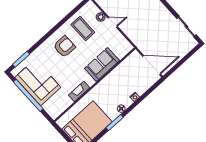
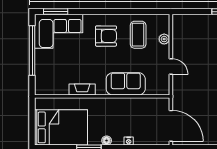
door: (113, 22) -> (171, 66), moved
corner sofa: (38, 82) -> (59, 31), moved, turned 90

